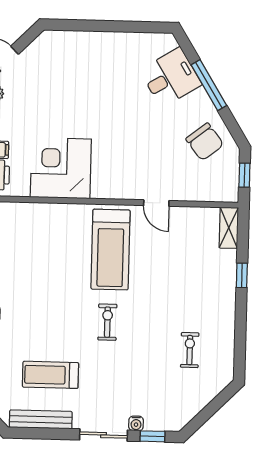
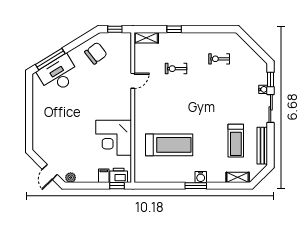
desk: (171, 77) -> (58, 74), width x1.37
window: (209, 85) -> (50, 59), moved
treadmill: (110, 250) -> (169, 145), moved
exercise bike: (107, 322) -> (176, 69), moved

